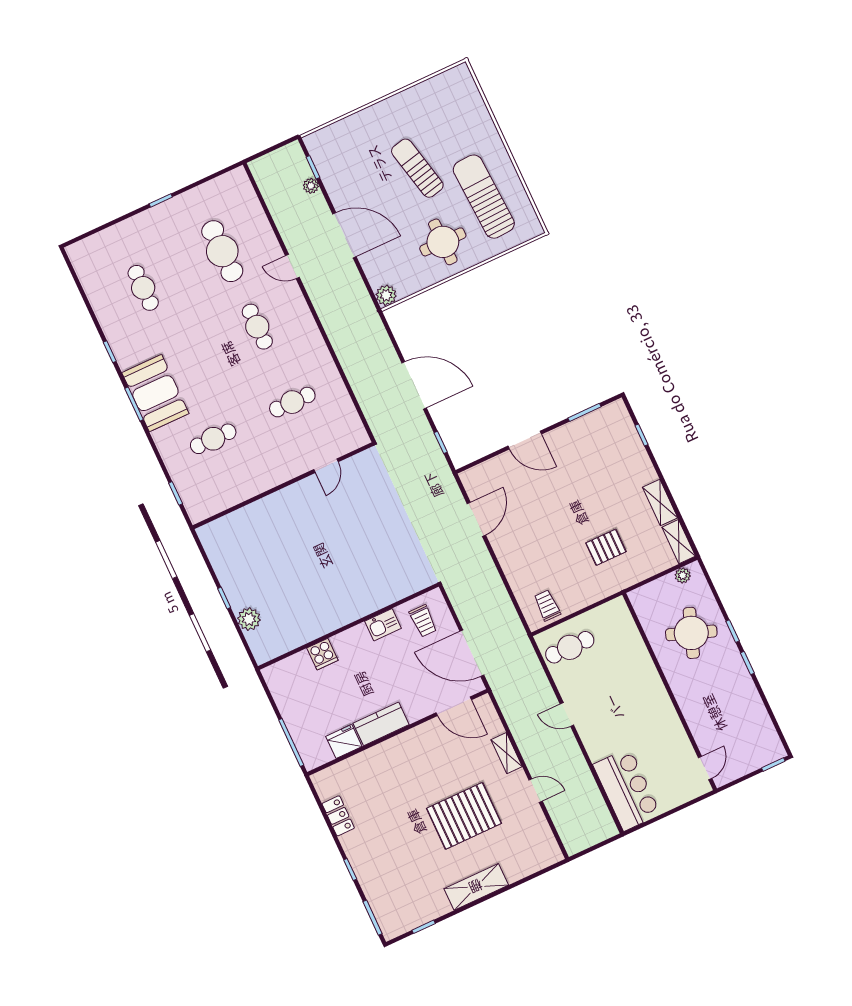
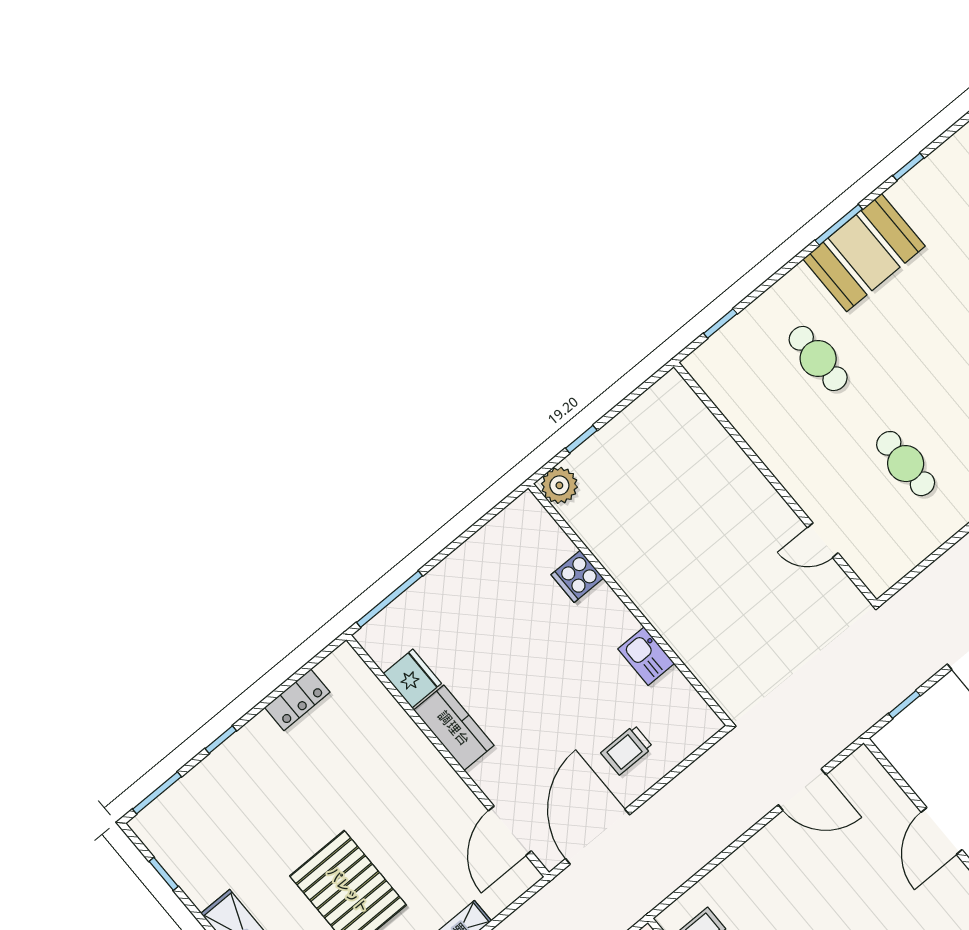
kitchen sink: (383, 625) -> (646, 656), moved
wall: (348, 626) -> (630, 605), moved
cooker: (322, 654) -> (577, 576), moved

